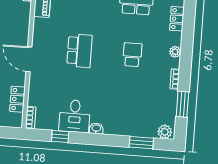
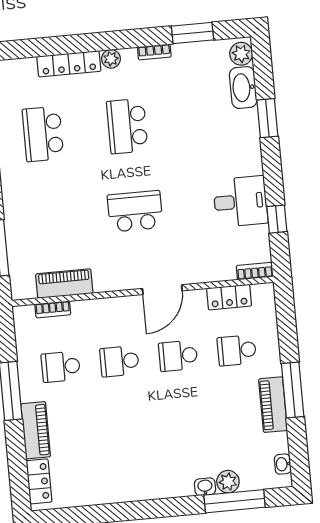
locker: (177, 19) -> (69, 64), width x1.53
school desk: (132, 55) -> (127, 126), width x1.85
washbasin: (96, 128) -> (243, 88), moved, width x1.91, depth x1.45
window: (141, 143) -> (267, 118), moved

